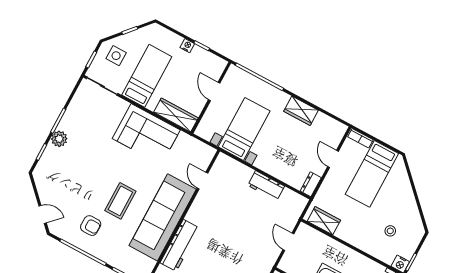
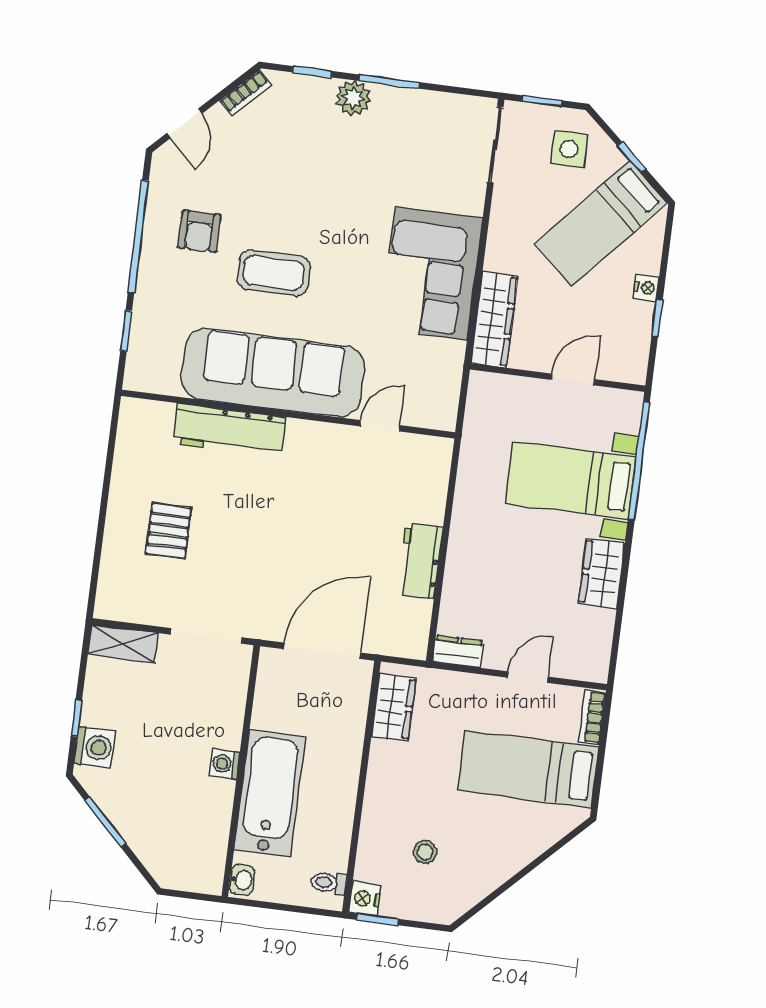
bed: (147, 76) -> (601, 223), moved, turned 131
bed with nightstands: (244, 129) -> (571, 480), moved, turned 180
bookcase: (40, 184) -> (245, 93), added
door: (288, 242) -> (322, 651), width x1.88

